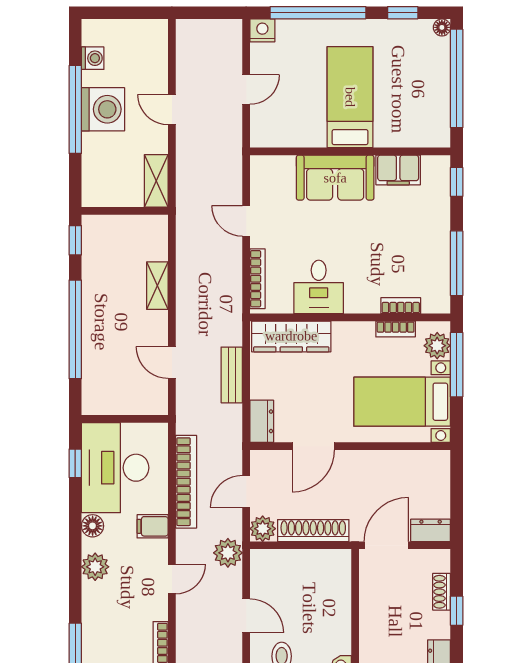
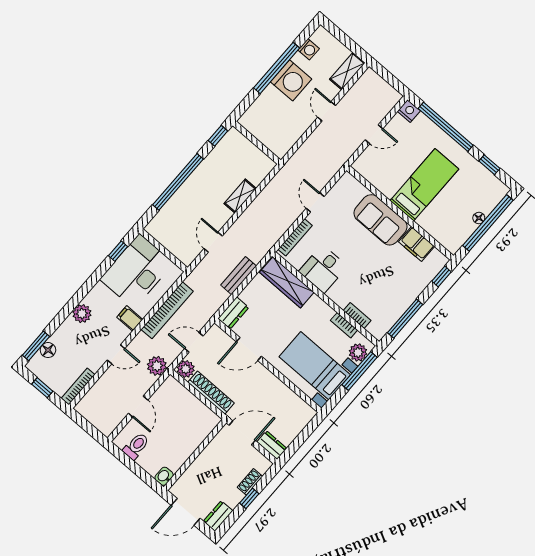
floor lamp: (442, 27) -> (479, 218), moved
shelving: (156, 181) -> (347, 71), moved
floor lamp: (93, 526) -> (48, 350), moved

